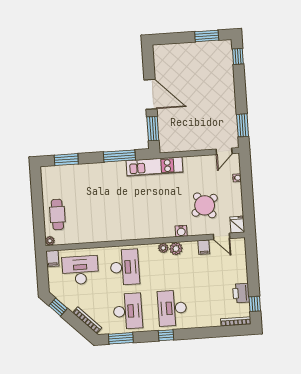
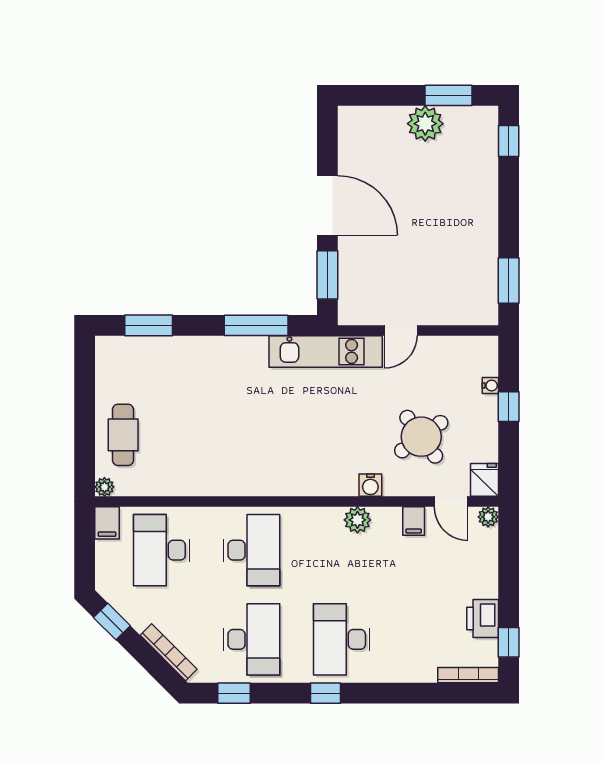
plant: (196, 51) -> (425, 124), added
door: (224, 151) -> (401, 330), moved
window: (247, 188) -> (509, 407), added
plant: (163, 248) -> (488, 517), moved
desk: (80, 270) -> (162, 550), turned -90
window: (121, 338) -> (234, 693), width x0.67

